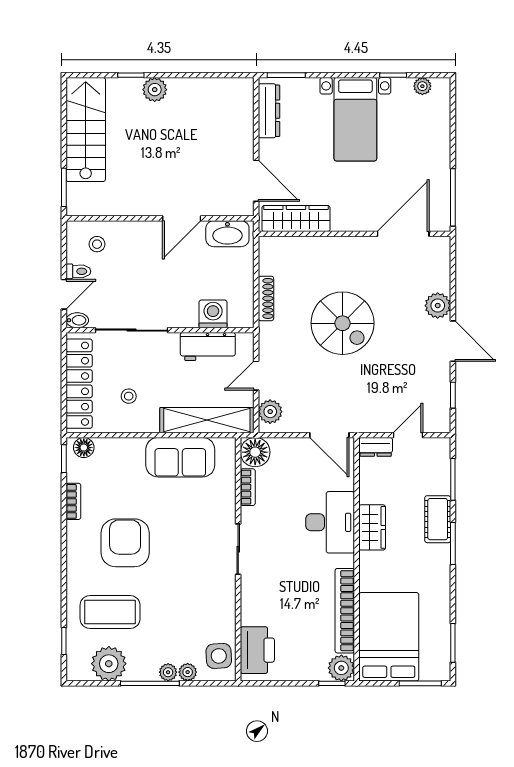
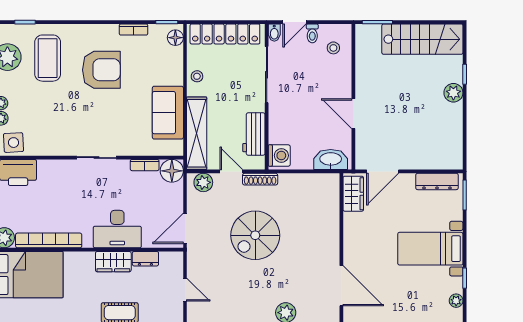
wardrobe: (296, 219) -> (353, 194), width x0.67
washbasin: (227, 234) -> (331, 160), moved, turned 90
door: (64, 294) -> (294, 22), hinge flipped
shoe rack: (266, 298) -> (260, 179), moved
washing machine: (213, 314) -> (279, 156), moved
spiral stairs: (343, 323) -> (255, 235), moved
stool: (129, 396) -> (197, 76), moved
dresser: (376, 447) -> (145, 259), moved, turned -90

